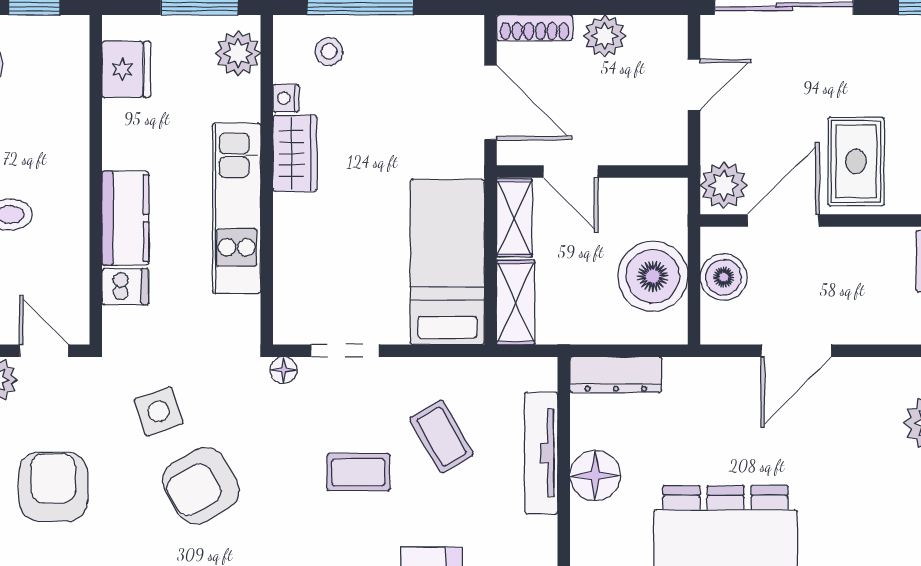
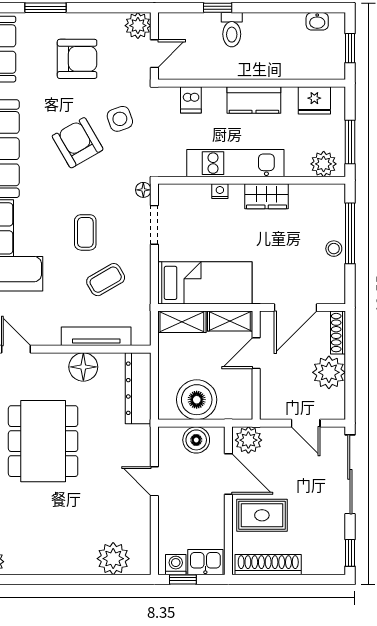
plant: (605, 36) -> (329, 372), width x1.36, depth x1.36
stool: (329, 51) -> (334, 249), moved
nightstand: (286, 98) -> (220, 191), moved
kitchen counter: (125, 218) -> (254, 100), moved
door: (796, 351) -> (154, 481), width x0.73
dresser: (616, 375) -> (138, 388), width x1.37, depth x1.24

